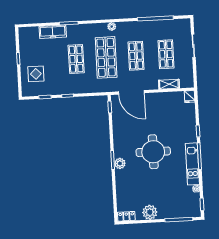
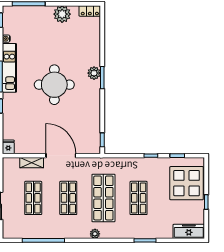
freezer: (53, 32) -> (189, 231), moved
display table: (36, 74) -> (187, 183), width x1.86, depth x1.86
door: (131, 92) -> (61, 156), moved

